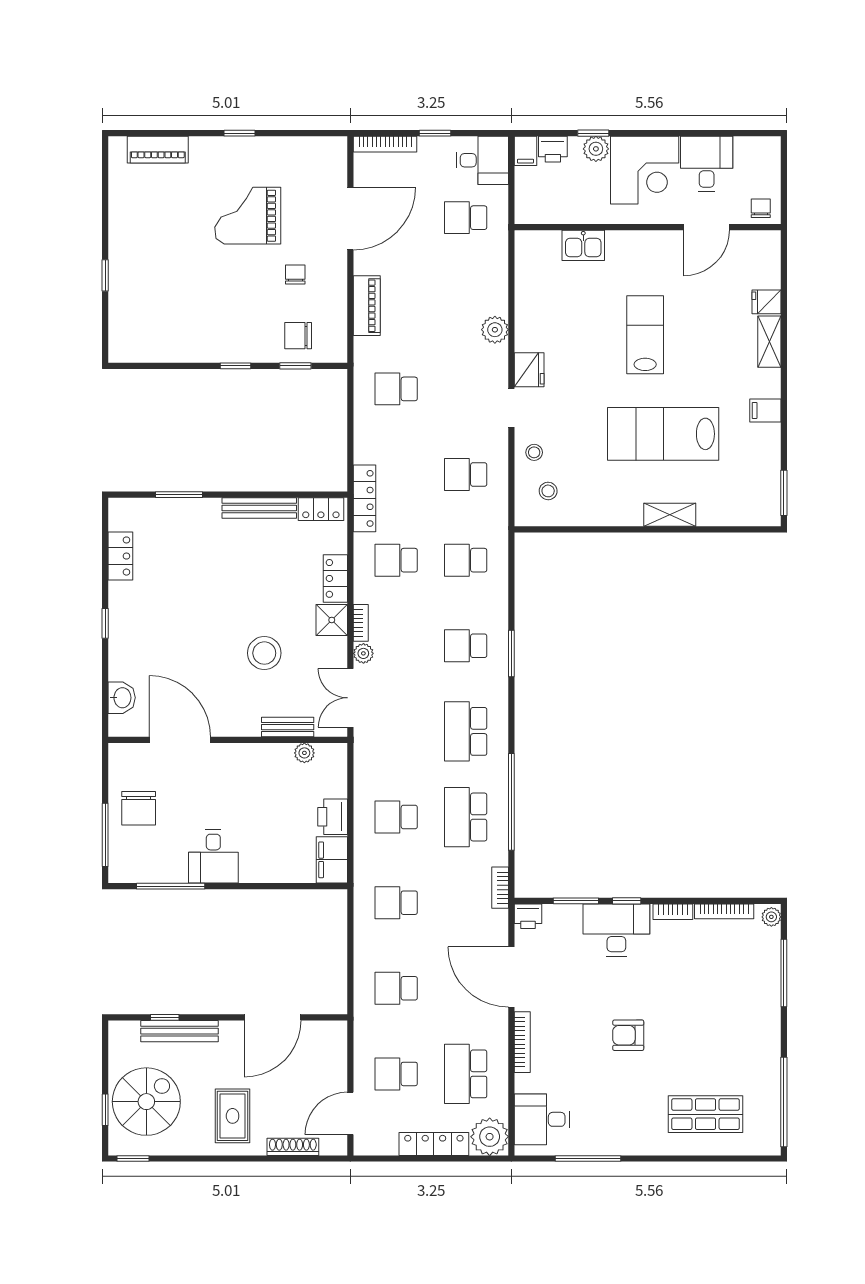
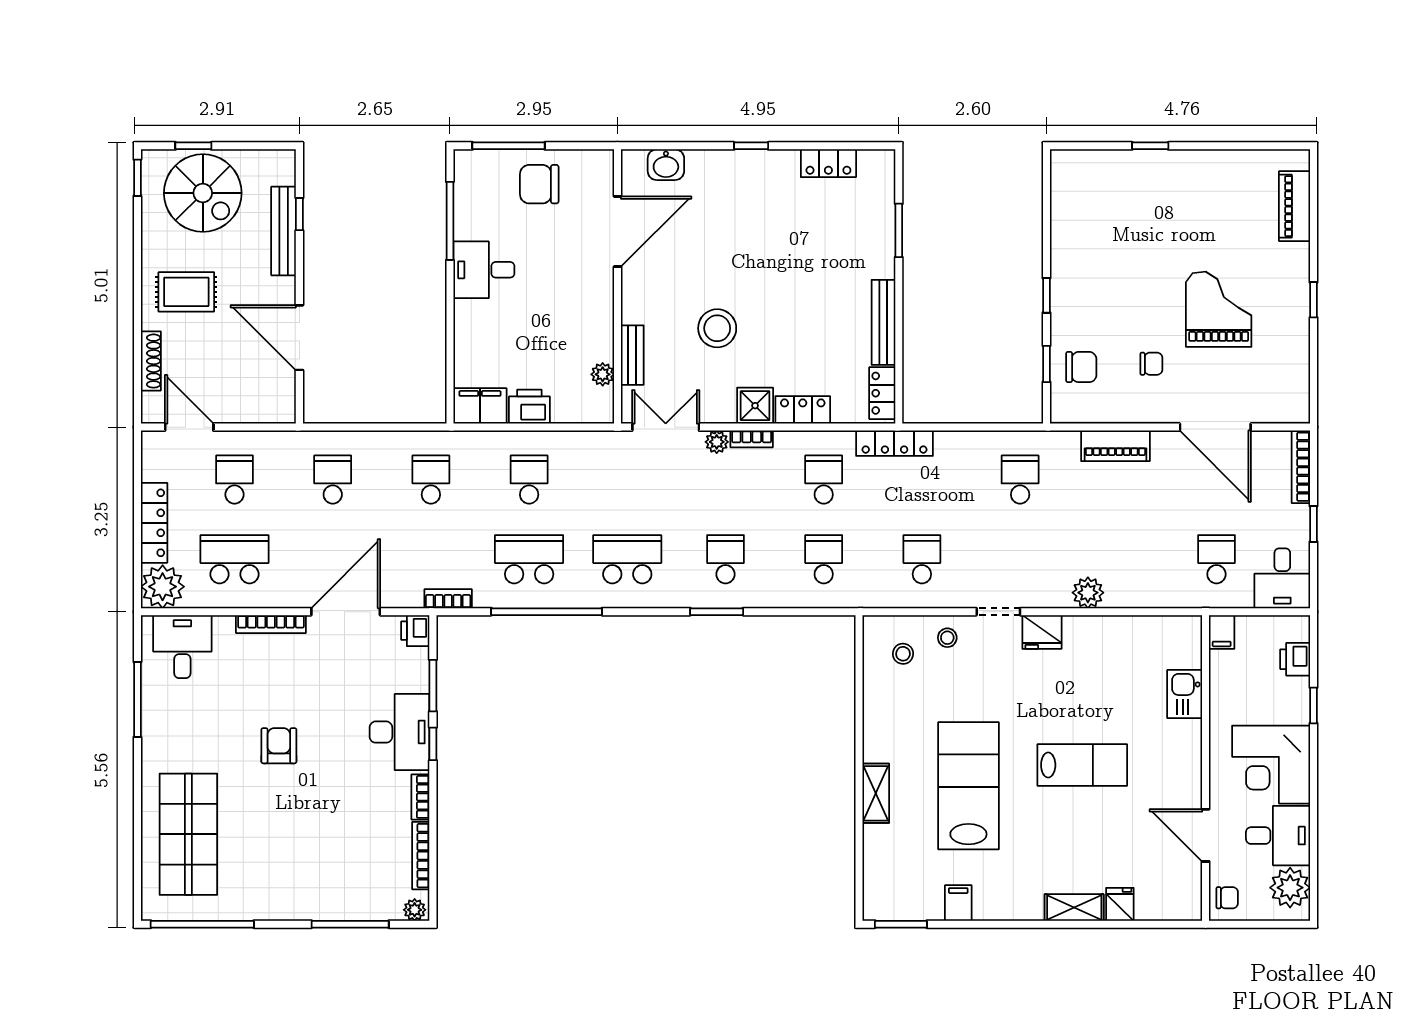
plant: (596, 149) -> (1290, 888), moved, width x1.36, depth x1.36
filing cabinet: (525, 151) -> (1222, 632), moved, turned -90
chair: (298, 336) -> (1081, 367), turned 90
filing cabinet: (765, 410) -> (958, 903), moved
shop shelf: (705, 1114) -> (188, 834), width x1.43, depth x1.36

